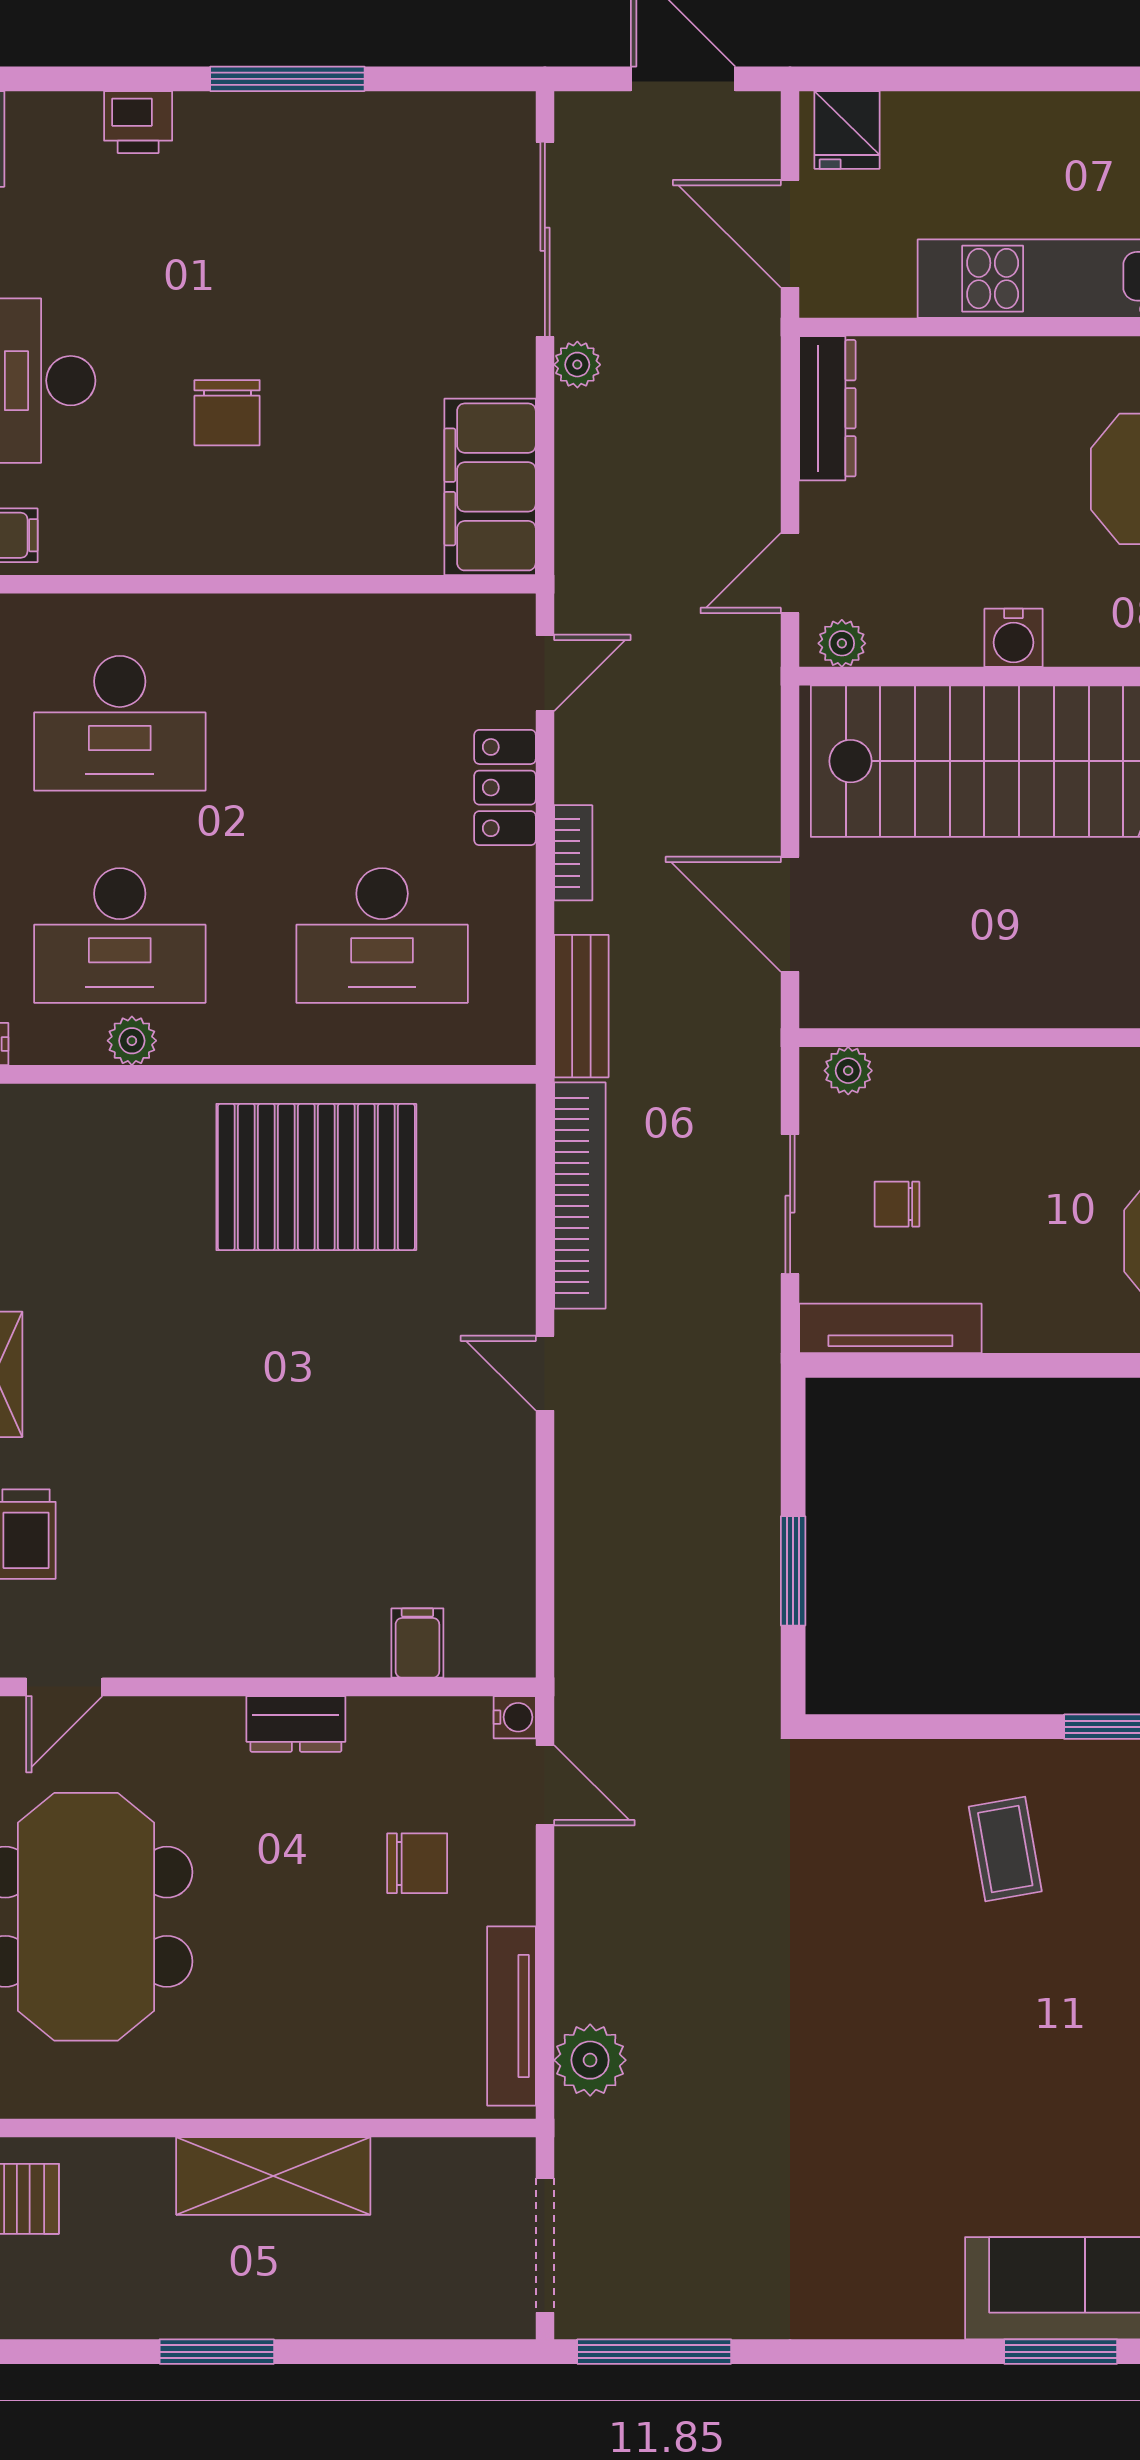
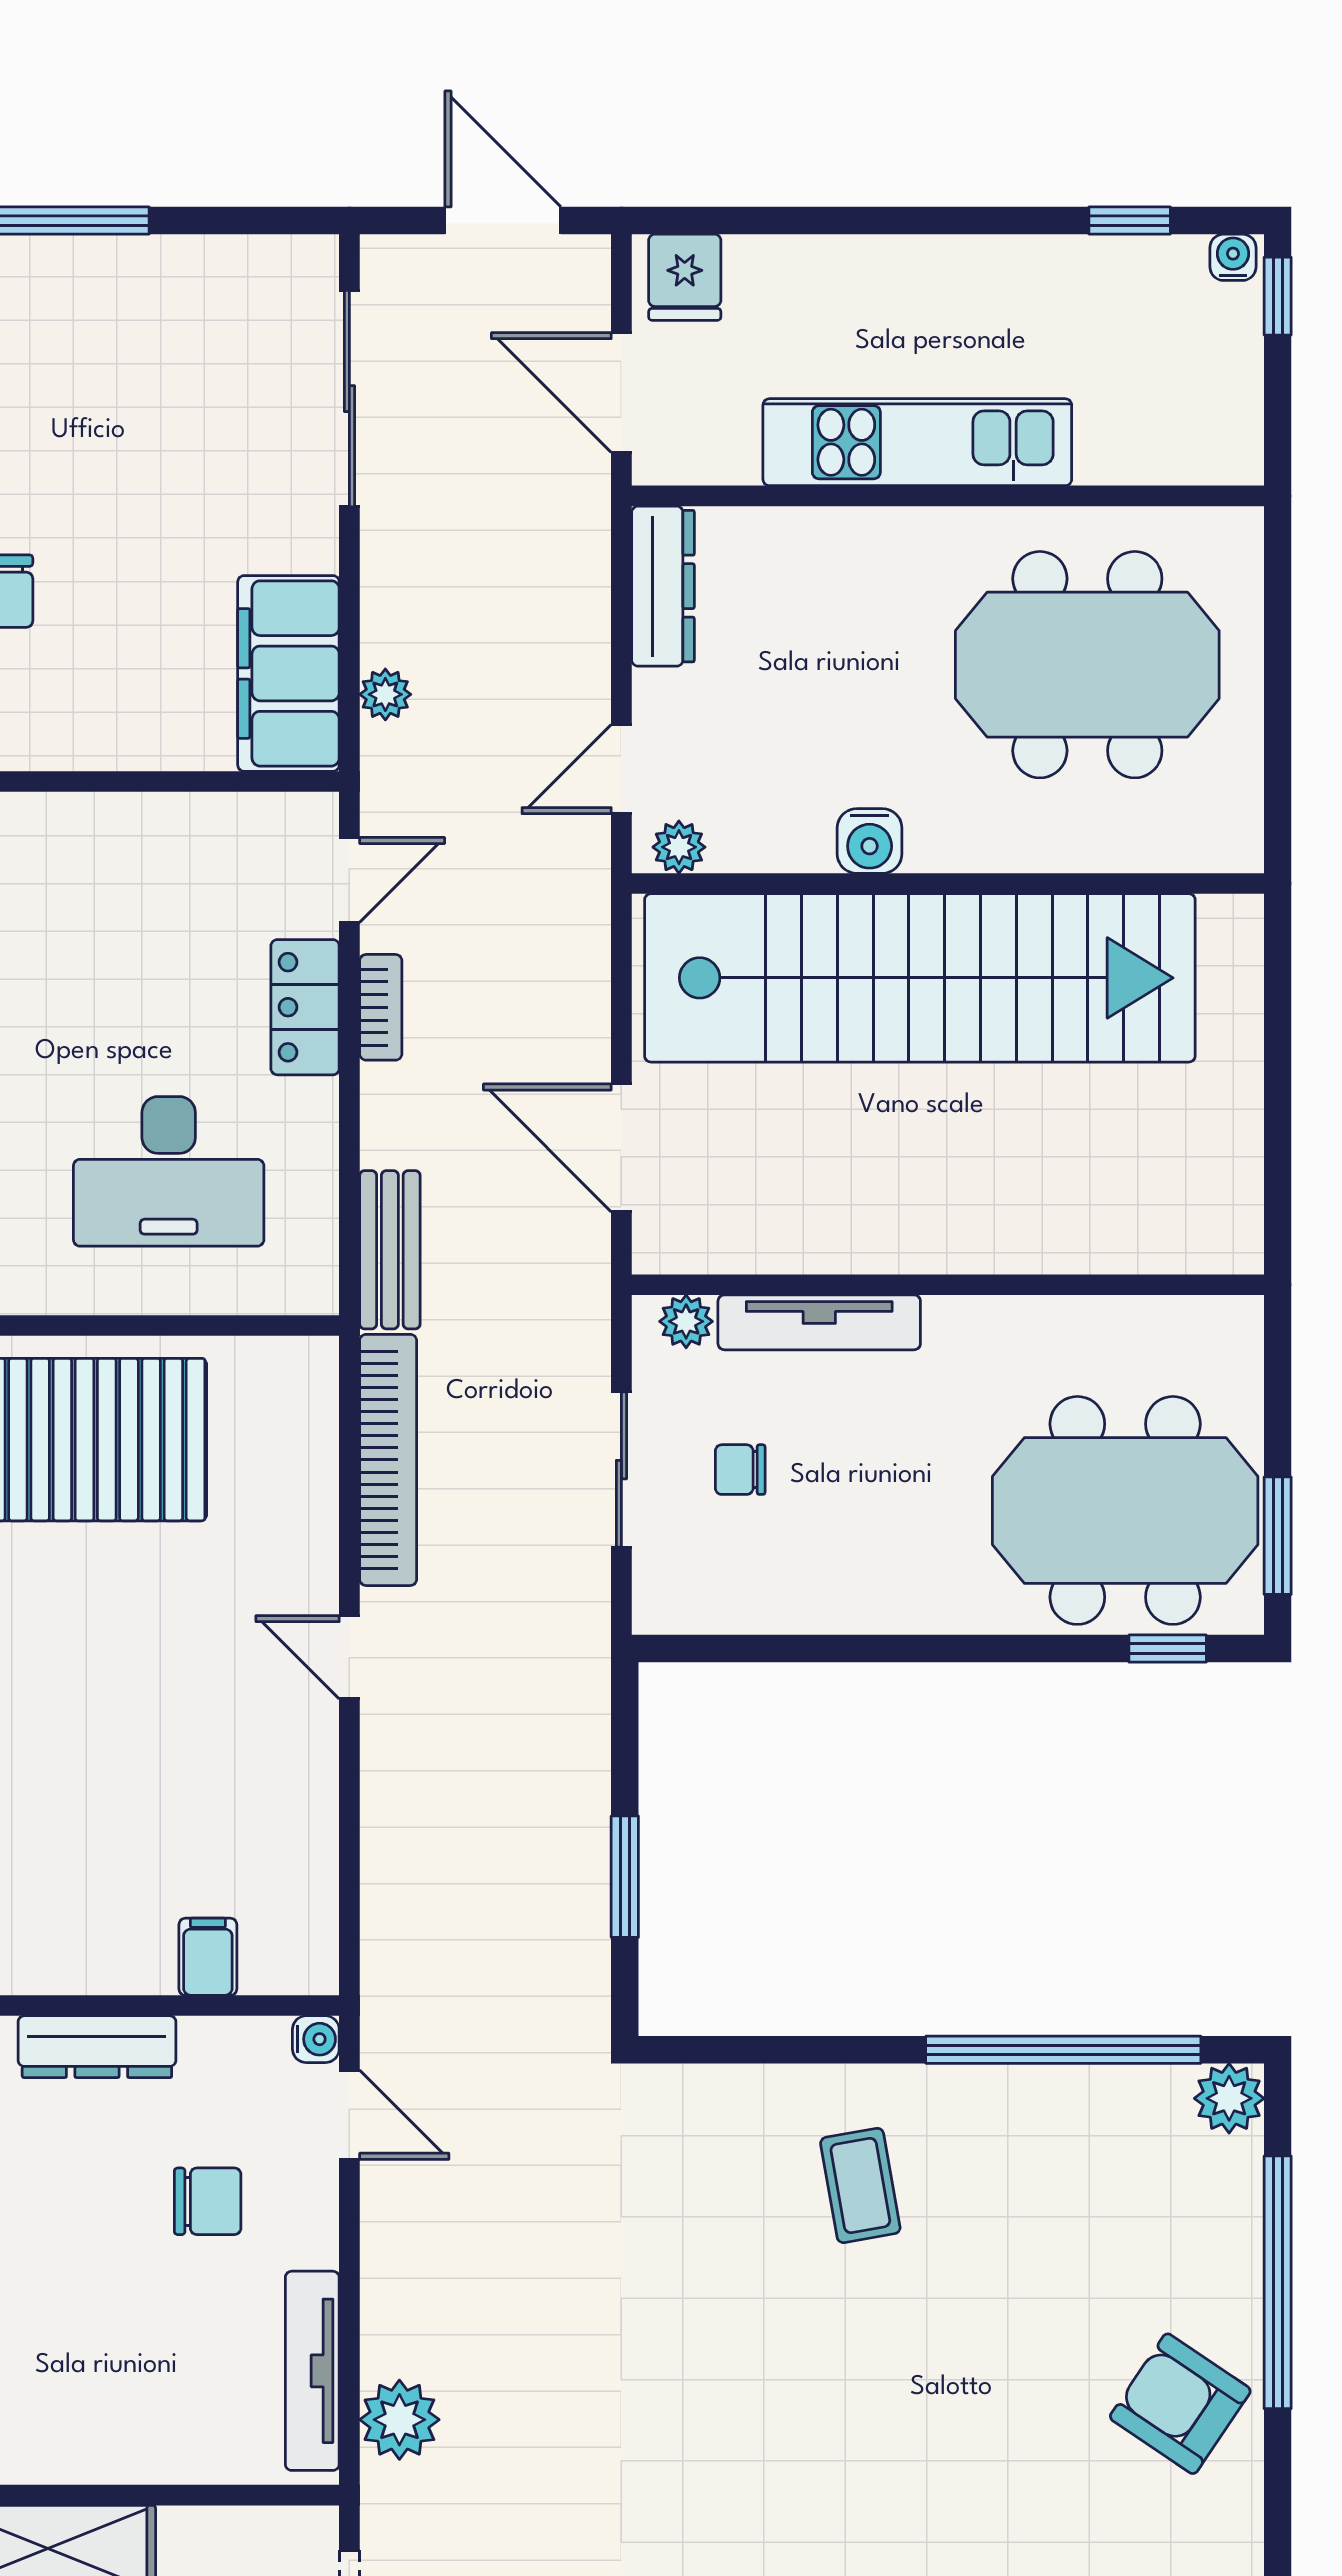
plant: (577, 365) -> (385, 694), moved
bookcase: (573, 853) -> (381, 1007), moved
tv unit: (890, 1328) -> (819, 1322), moved, turned 180
dresser: (296, 1724) -> (97, 2047), width x1.44

